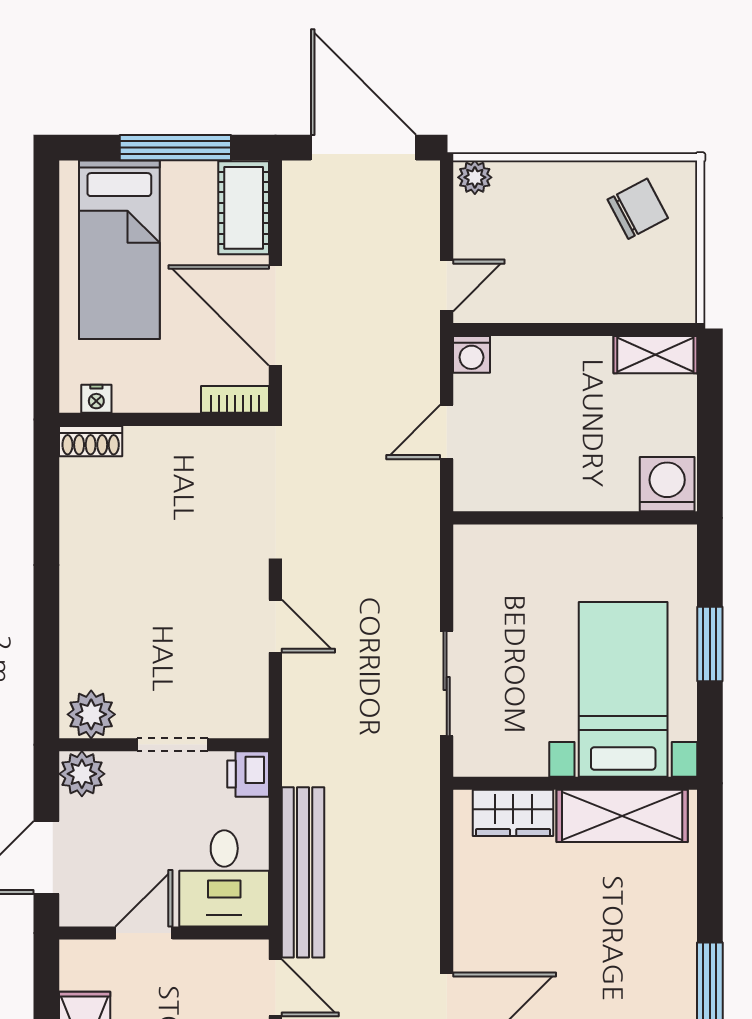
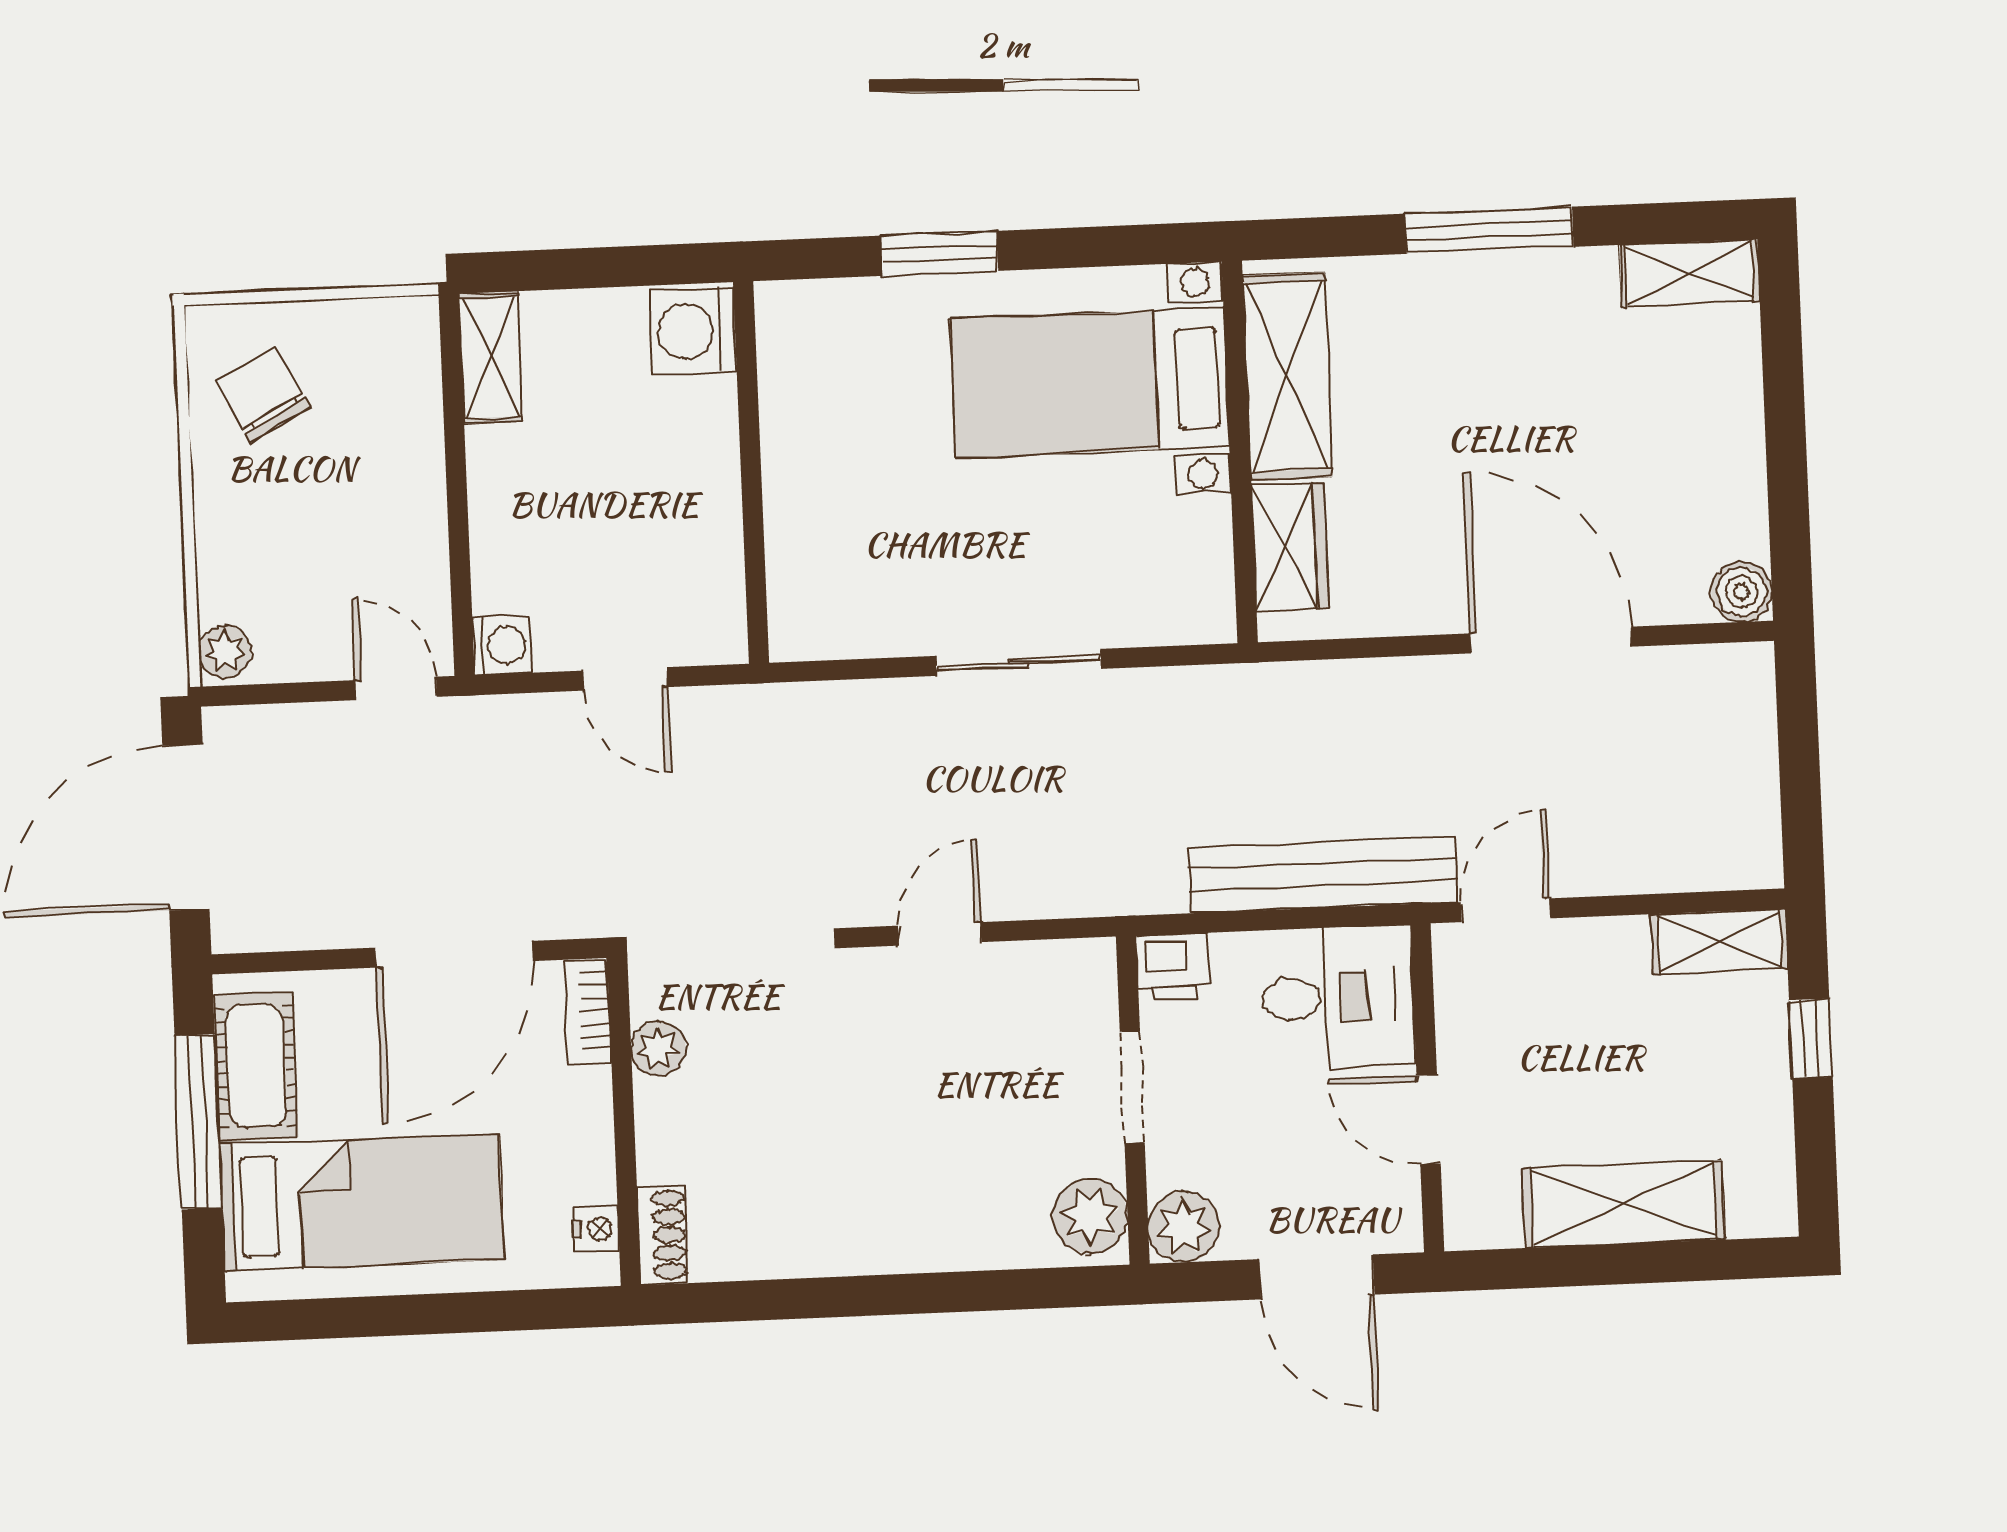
cot: (244, 208) -> (256, 1066), moved, turned 90
plant: (210, 443) -> (658, 1049), added
bed with nightstands: (623, 689) -> (1090, 383), moved
wall: (575, 783) -> (1240, 452), moved
wardrobe: (513, 813) -> (1290, 547), moved
shelving: (622, 816) -> (1288, 376), moved

